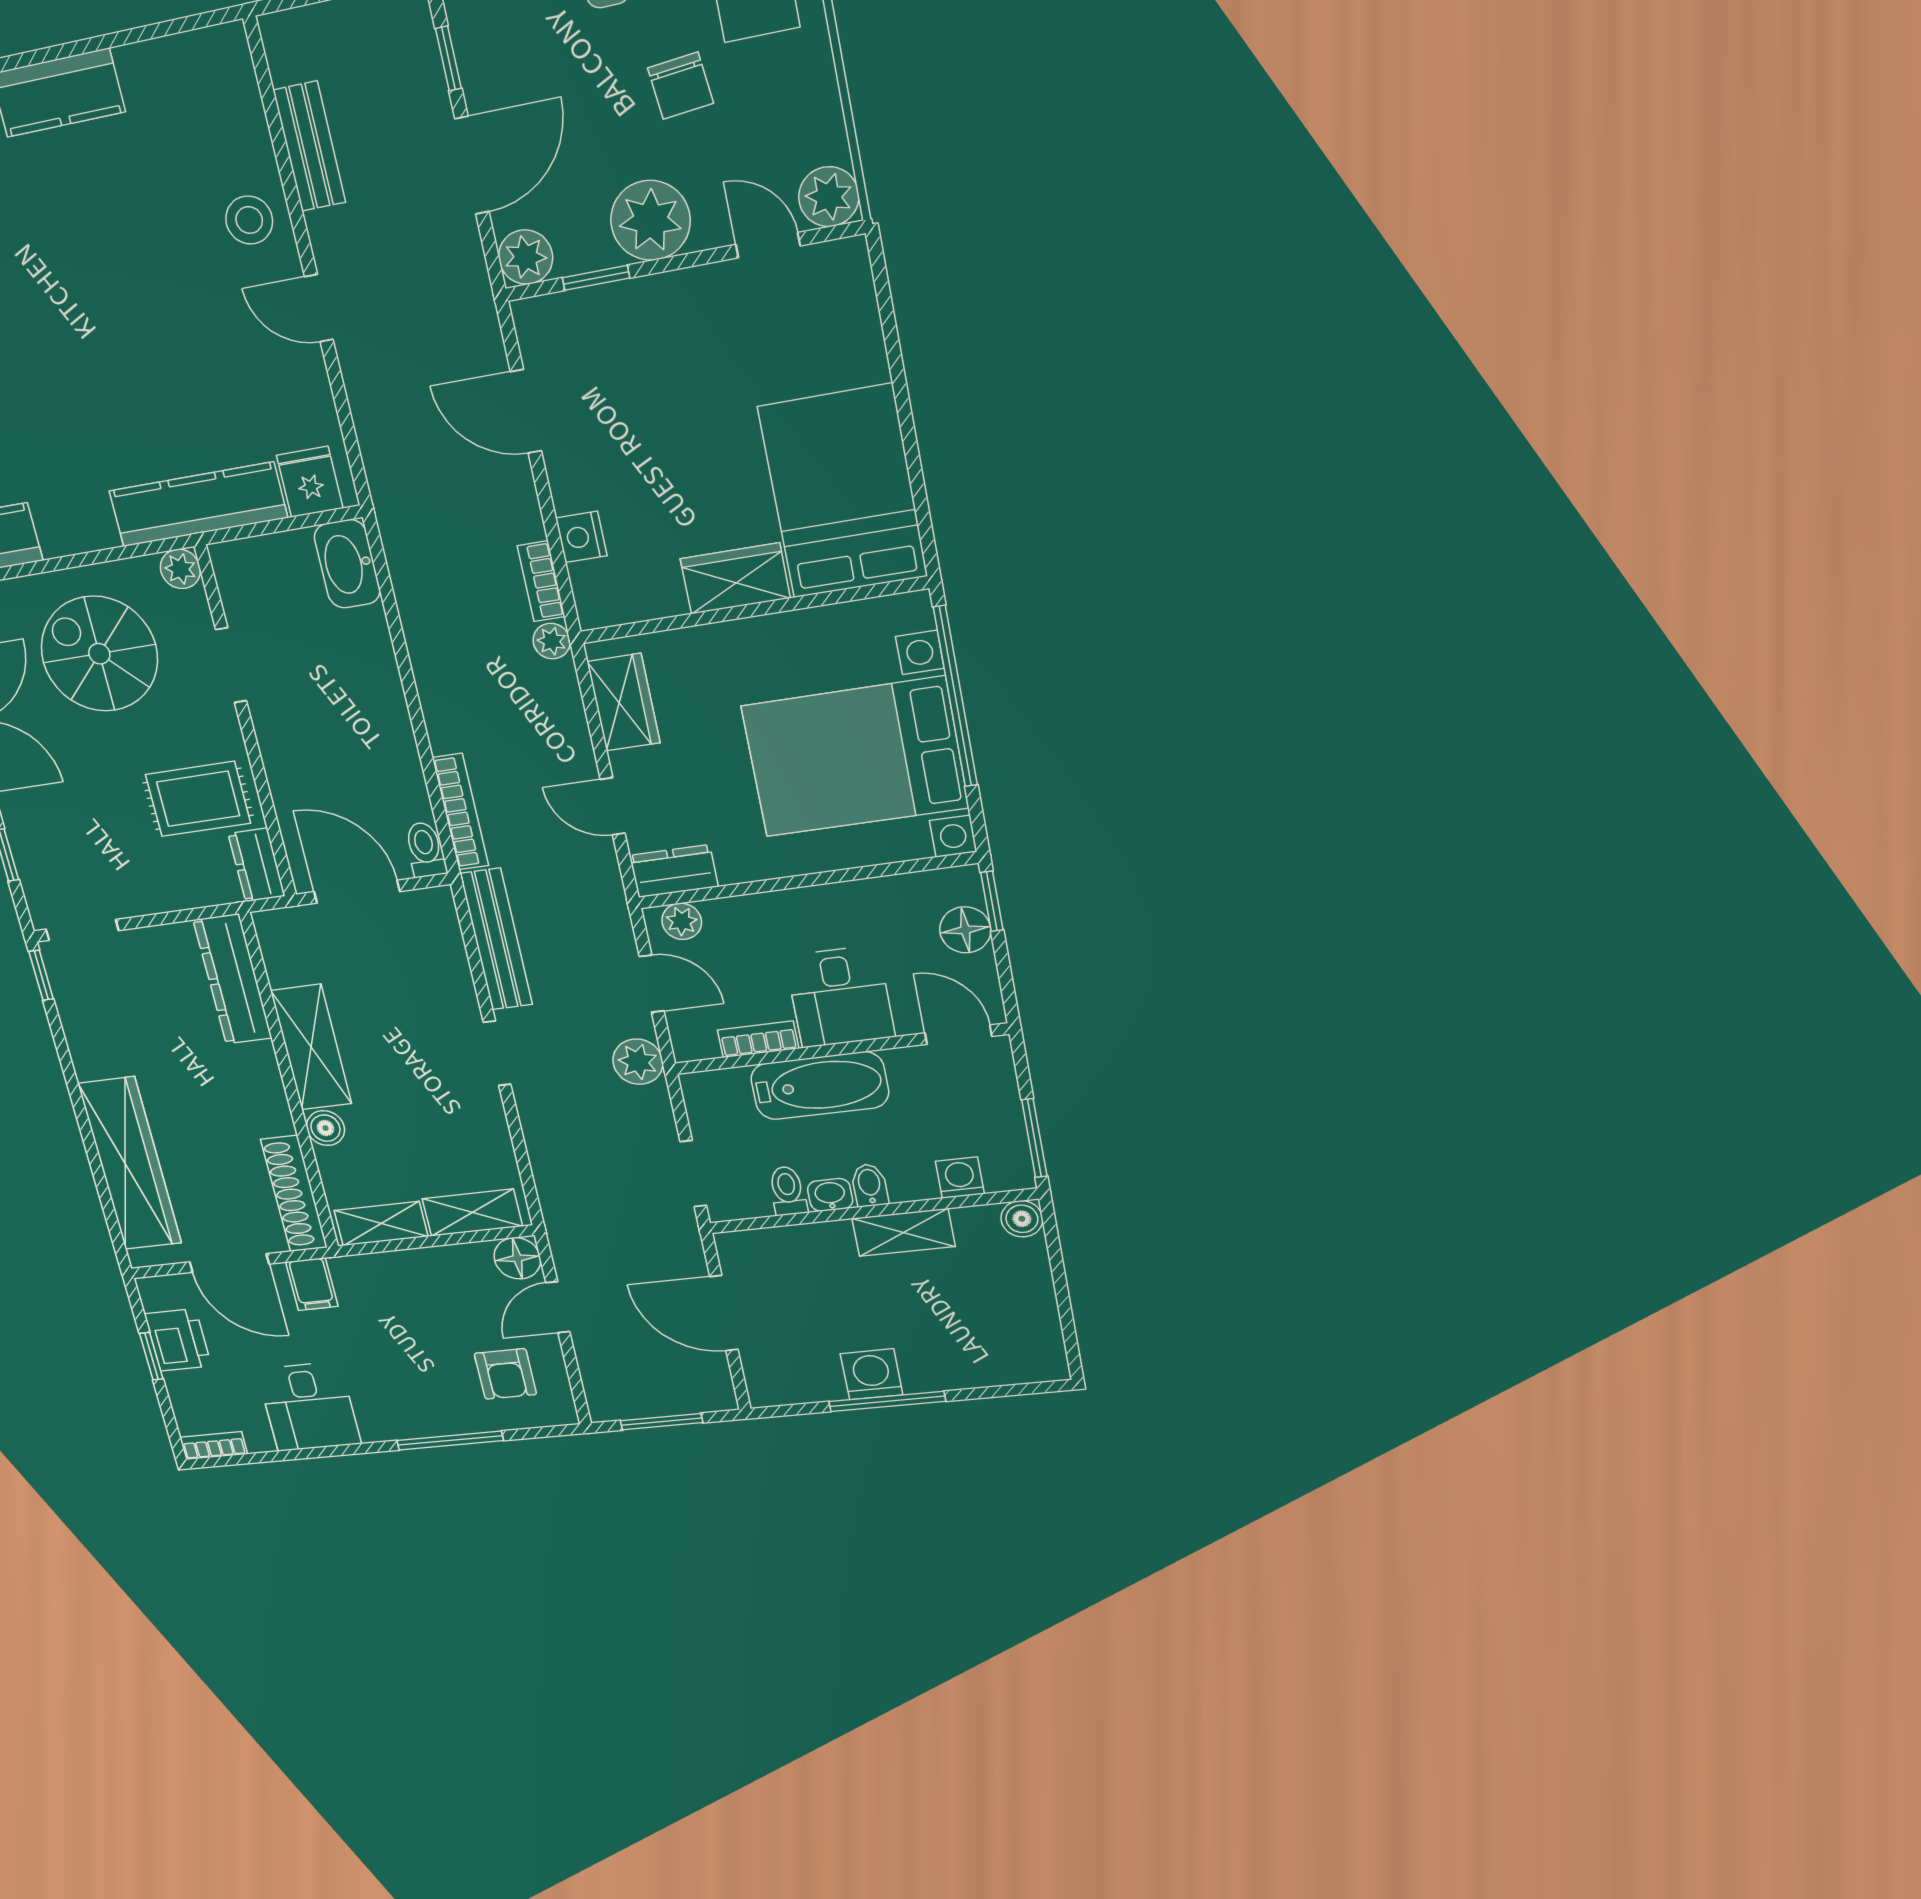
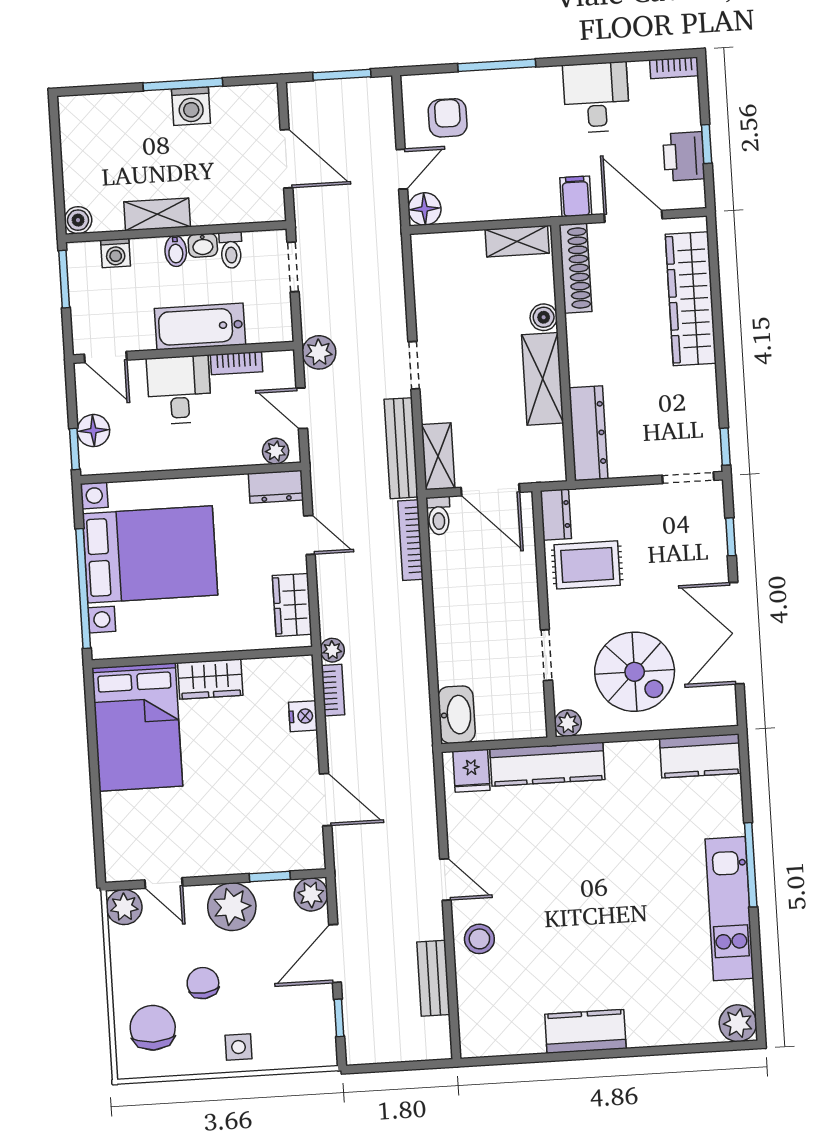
shelving: (472, 1213) -> (438, 456), moved, turned 90

